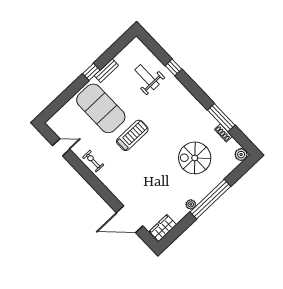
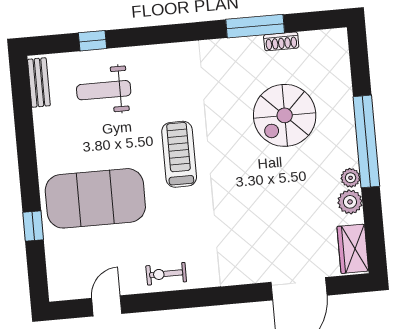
window: (173, 67) -> (93, 41), moved
bench: (106, 71) -> (39, 82), moved
window: (91, 72) -> (33, 226), moved
treadmill: (132, 135) -> (179, 154), moved
plant: (241, 155) -> (350, 202), moved

